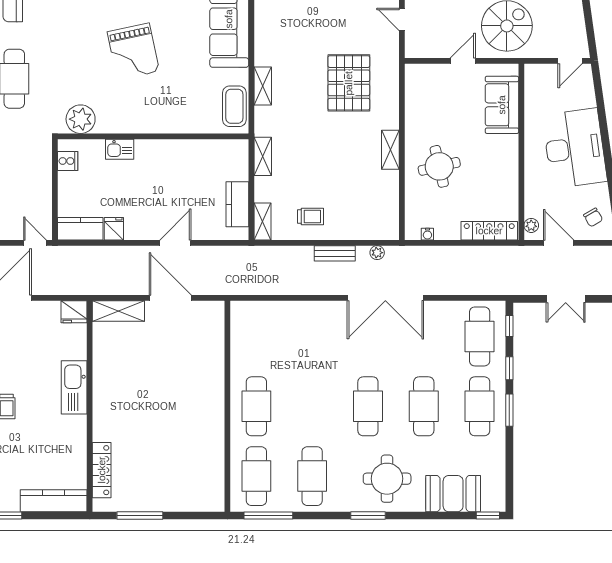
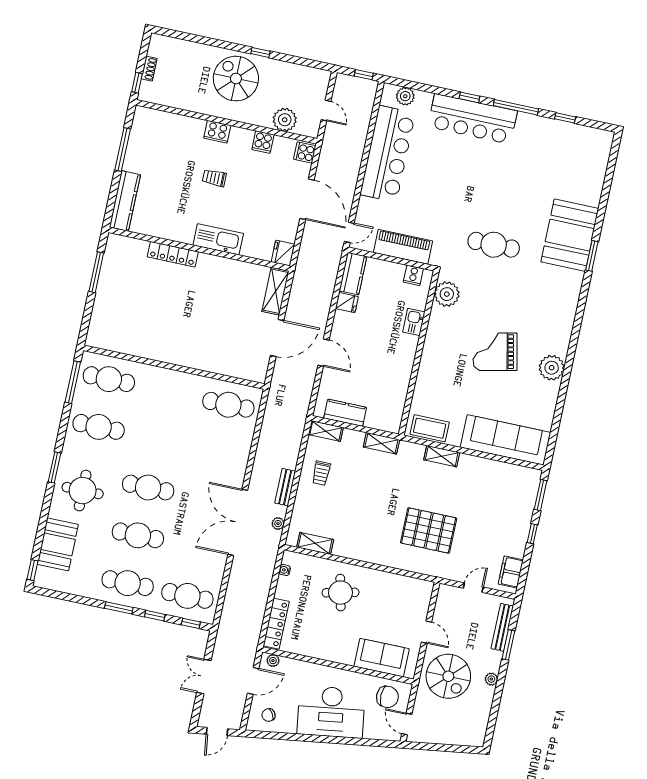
chair: (544, 89) -> (387, 697), added
shelving: (390, 150) -> (315, 543), moved
piano: (38, 179) -> (403, 247), added
cafe table: (256, 406) -> (228, 405), moved
locker: (102, 470) -> (173, 254), moved

